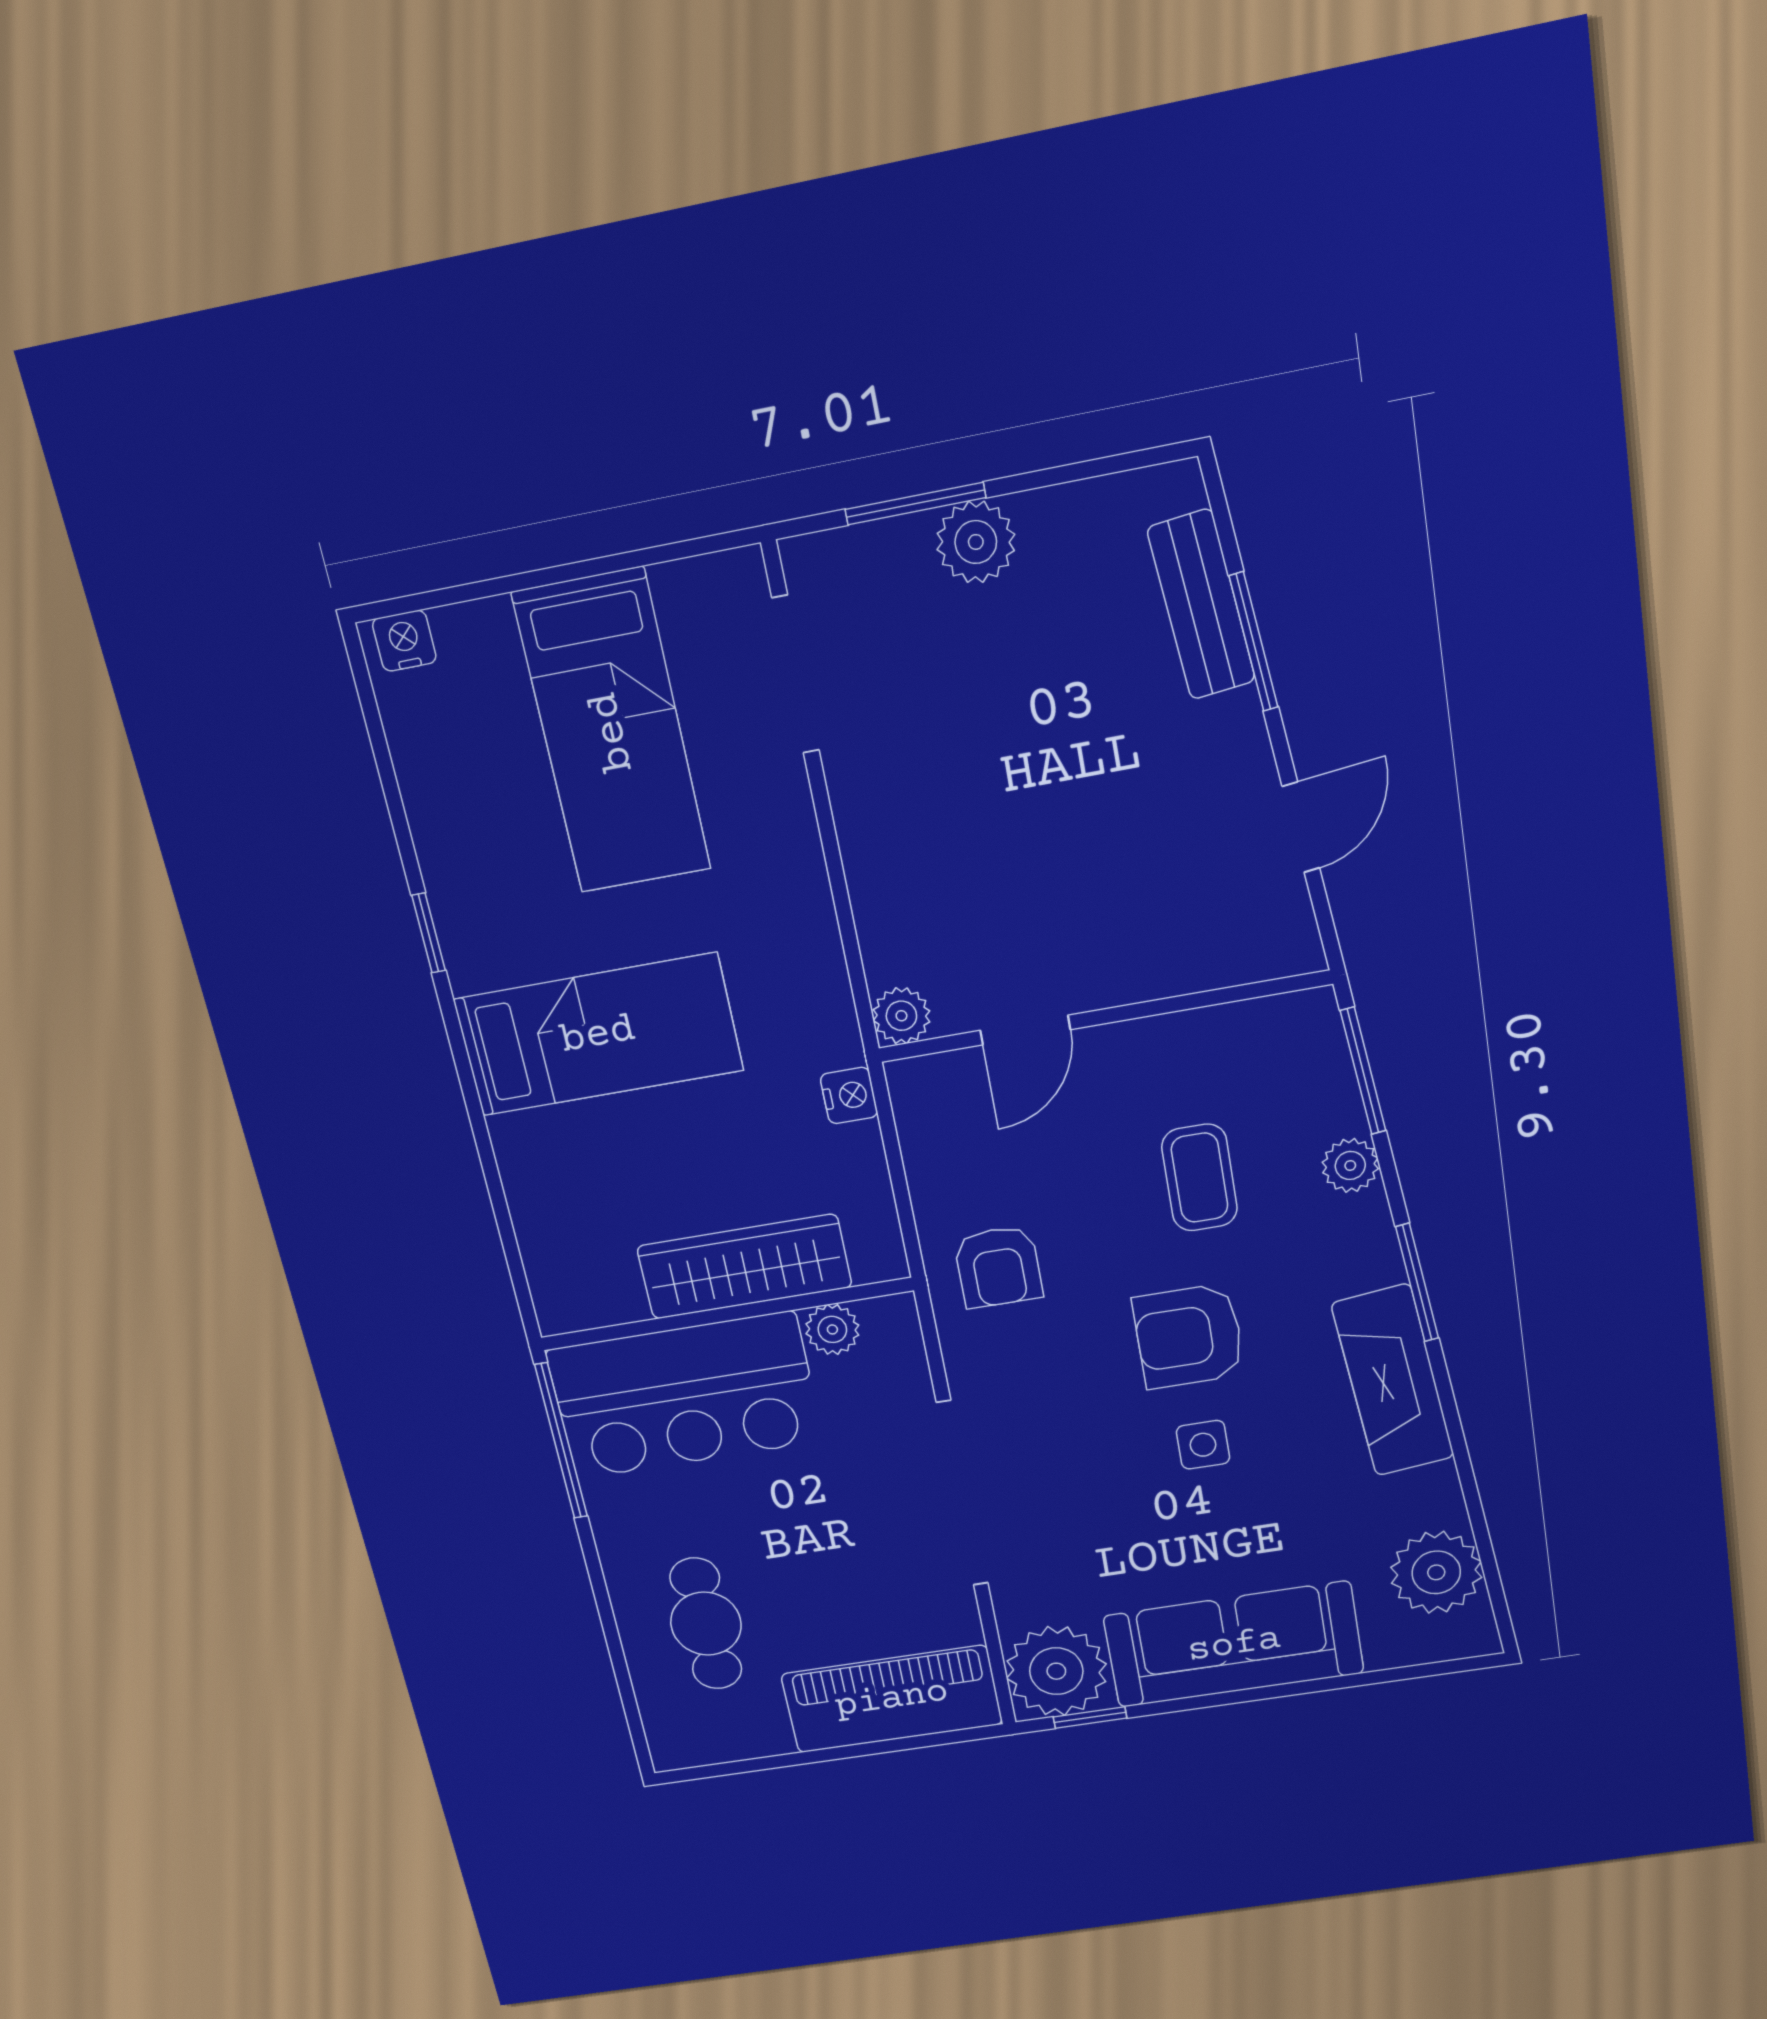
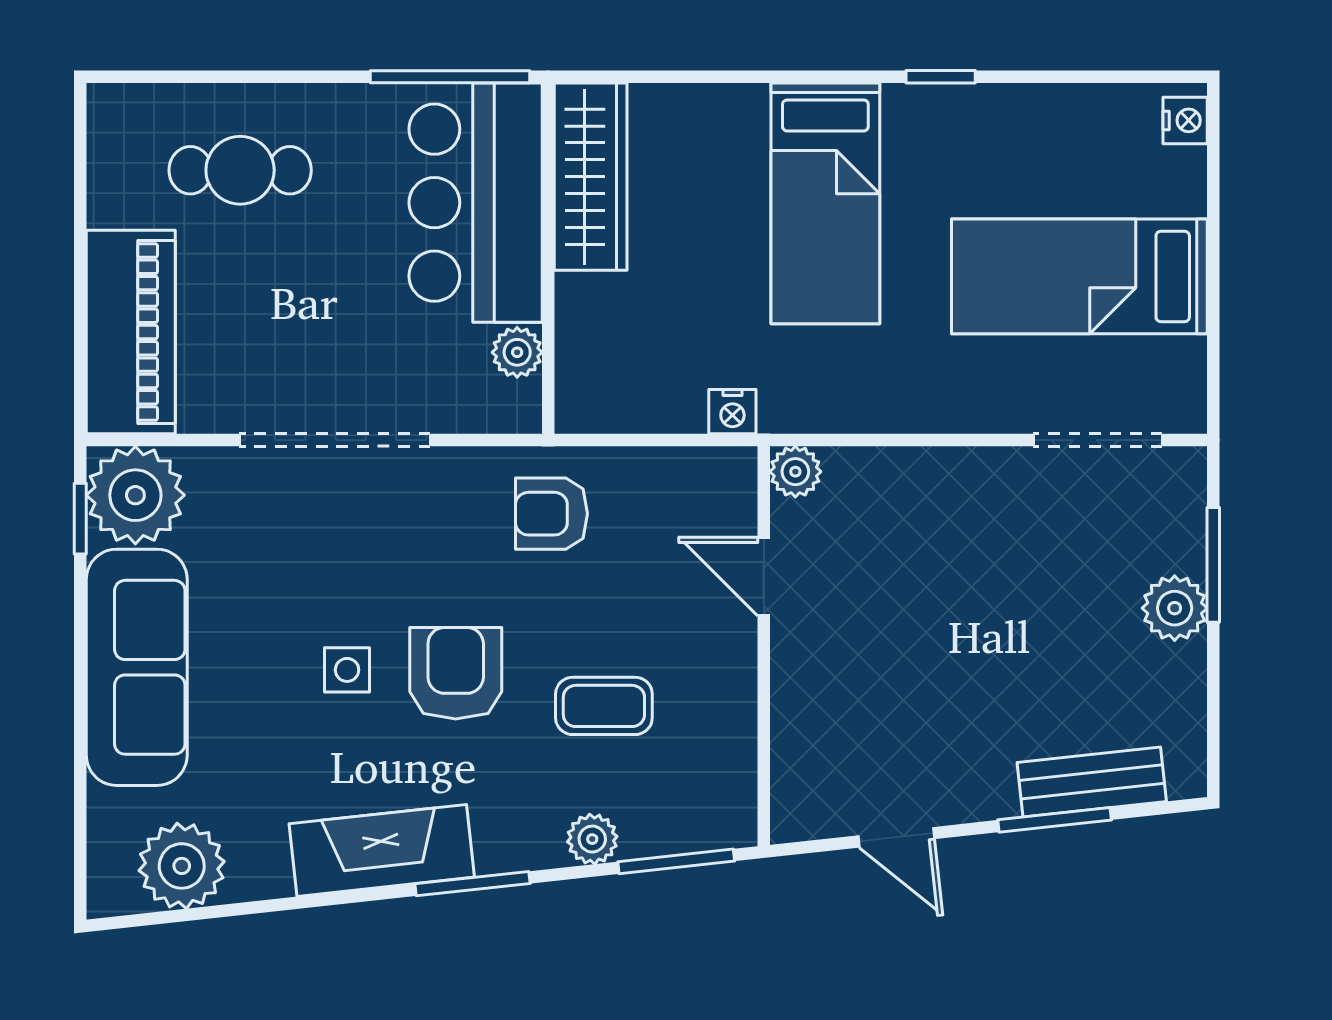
wardrobe: (744, 1267) -> (591, 177), moved

